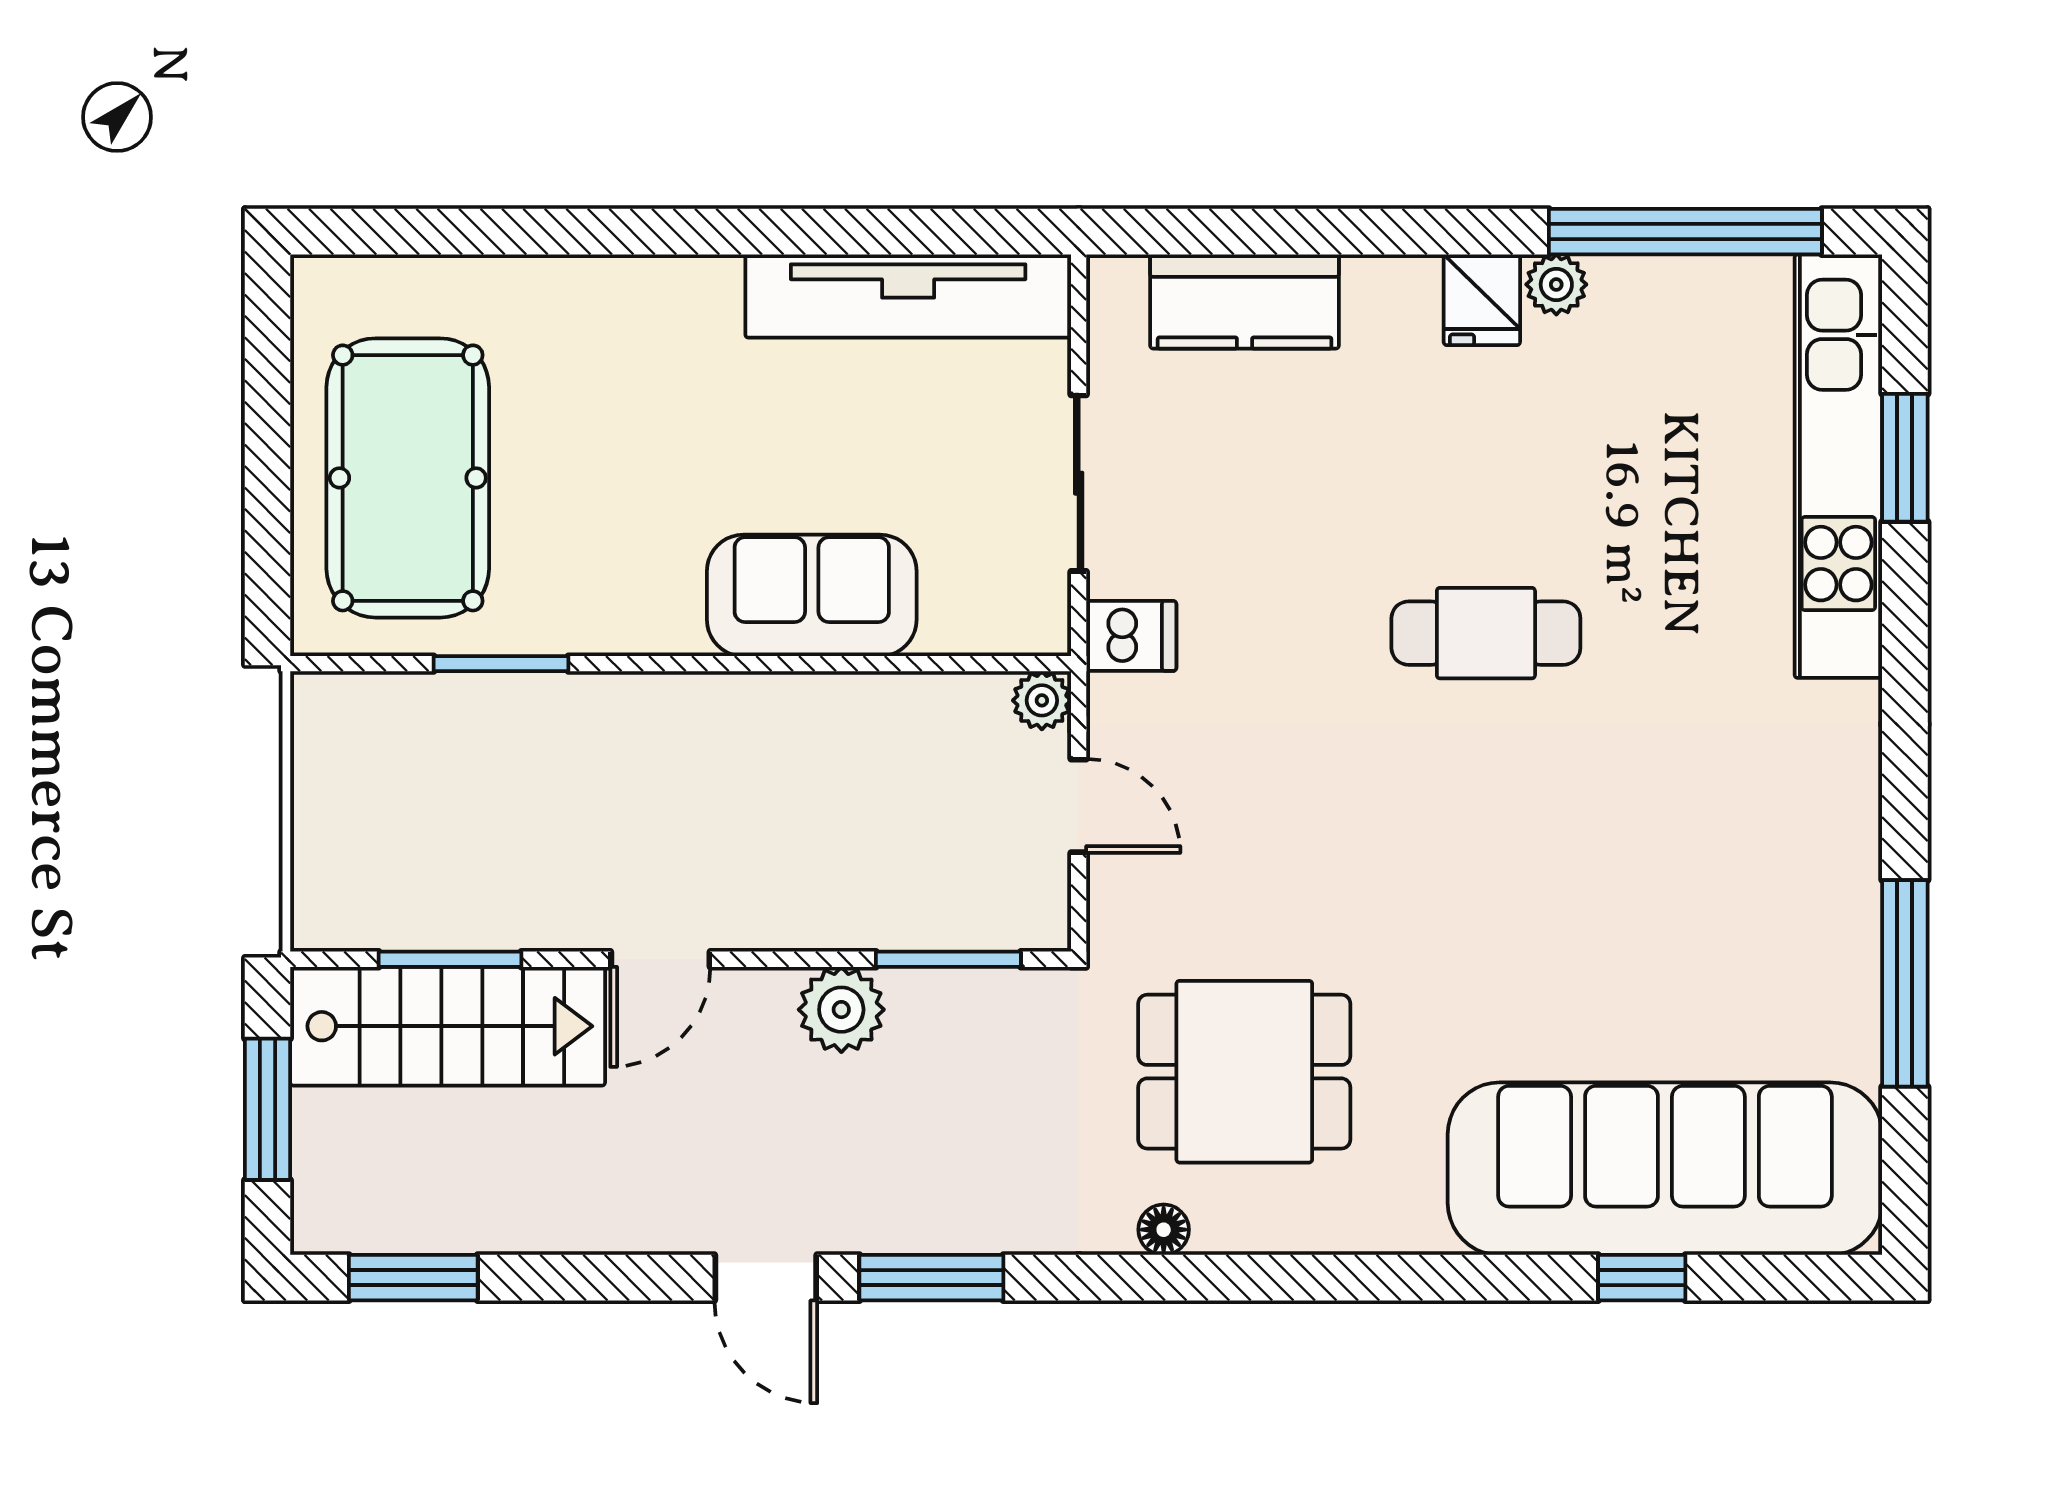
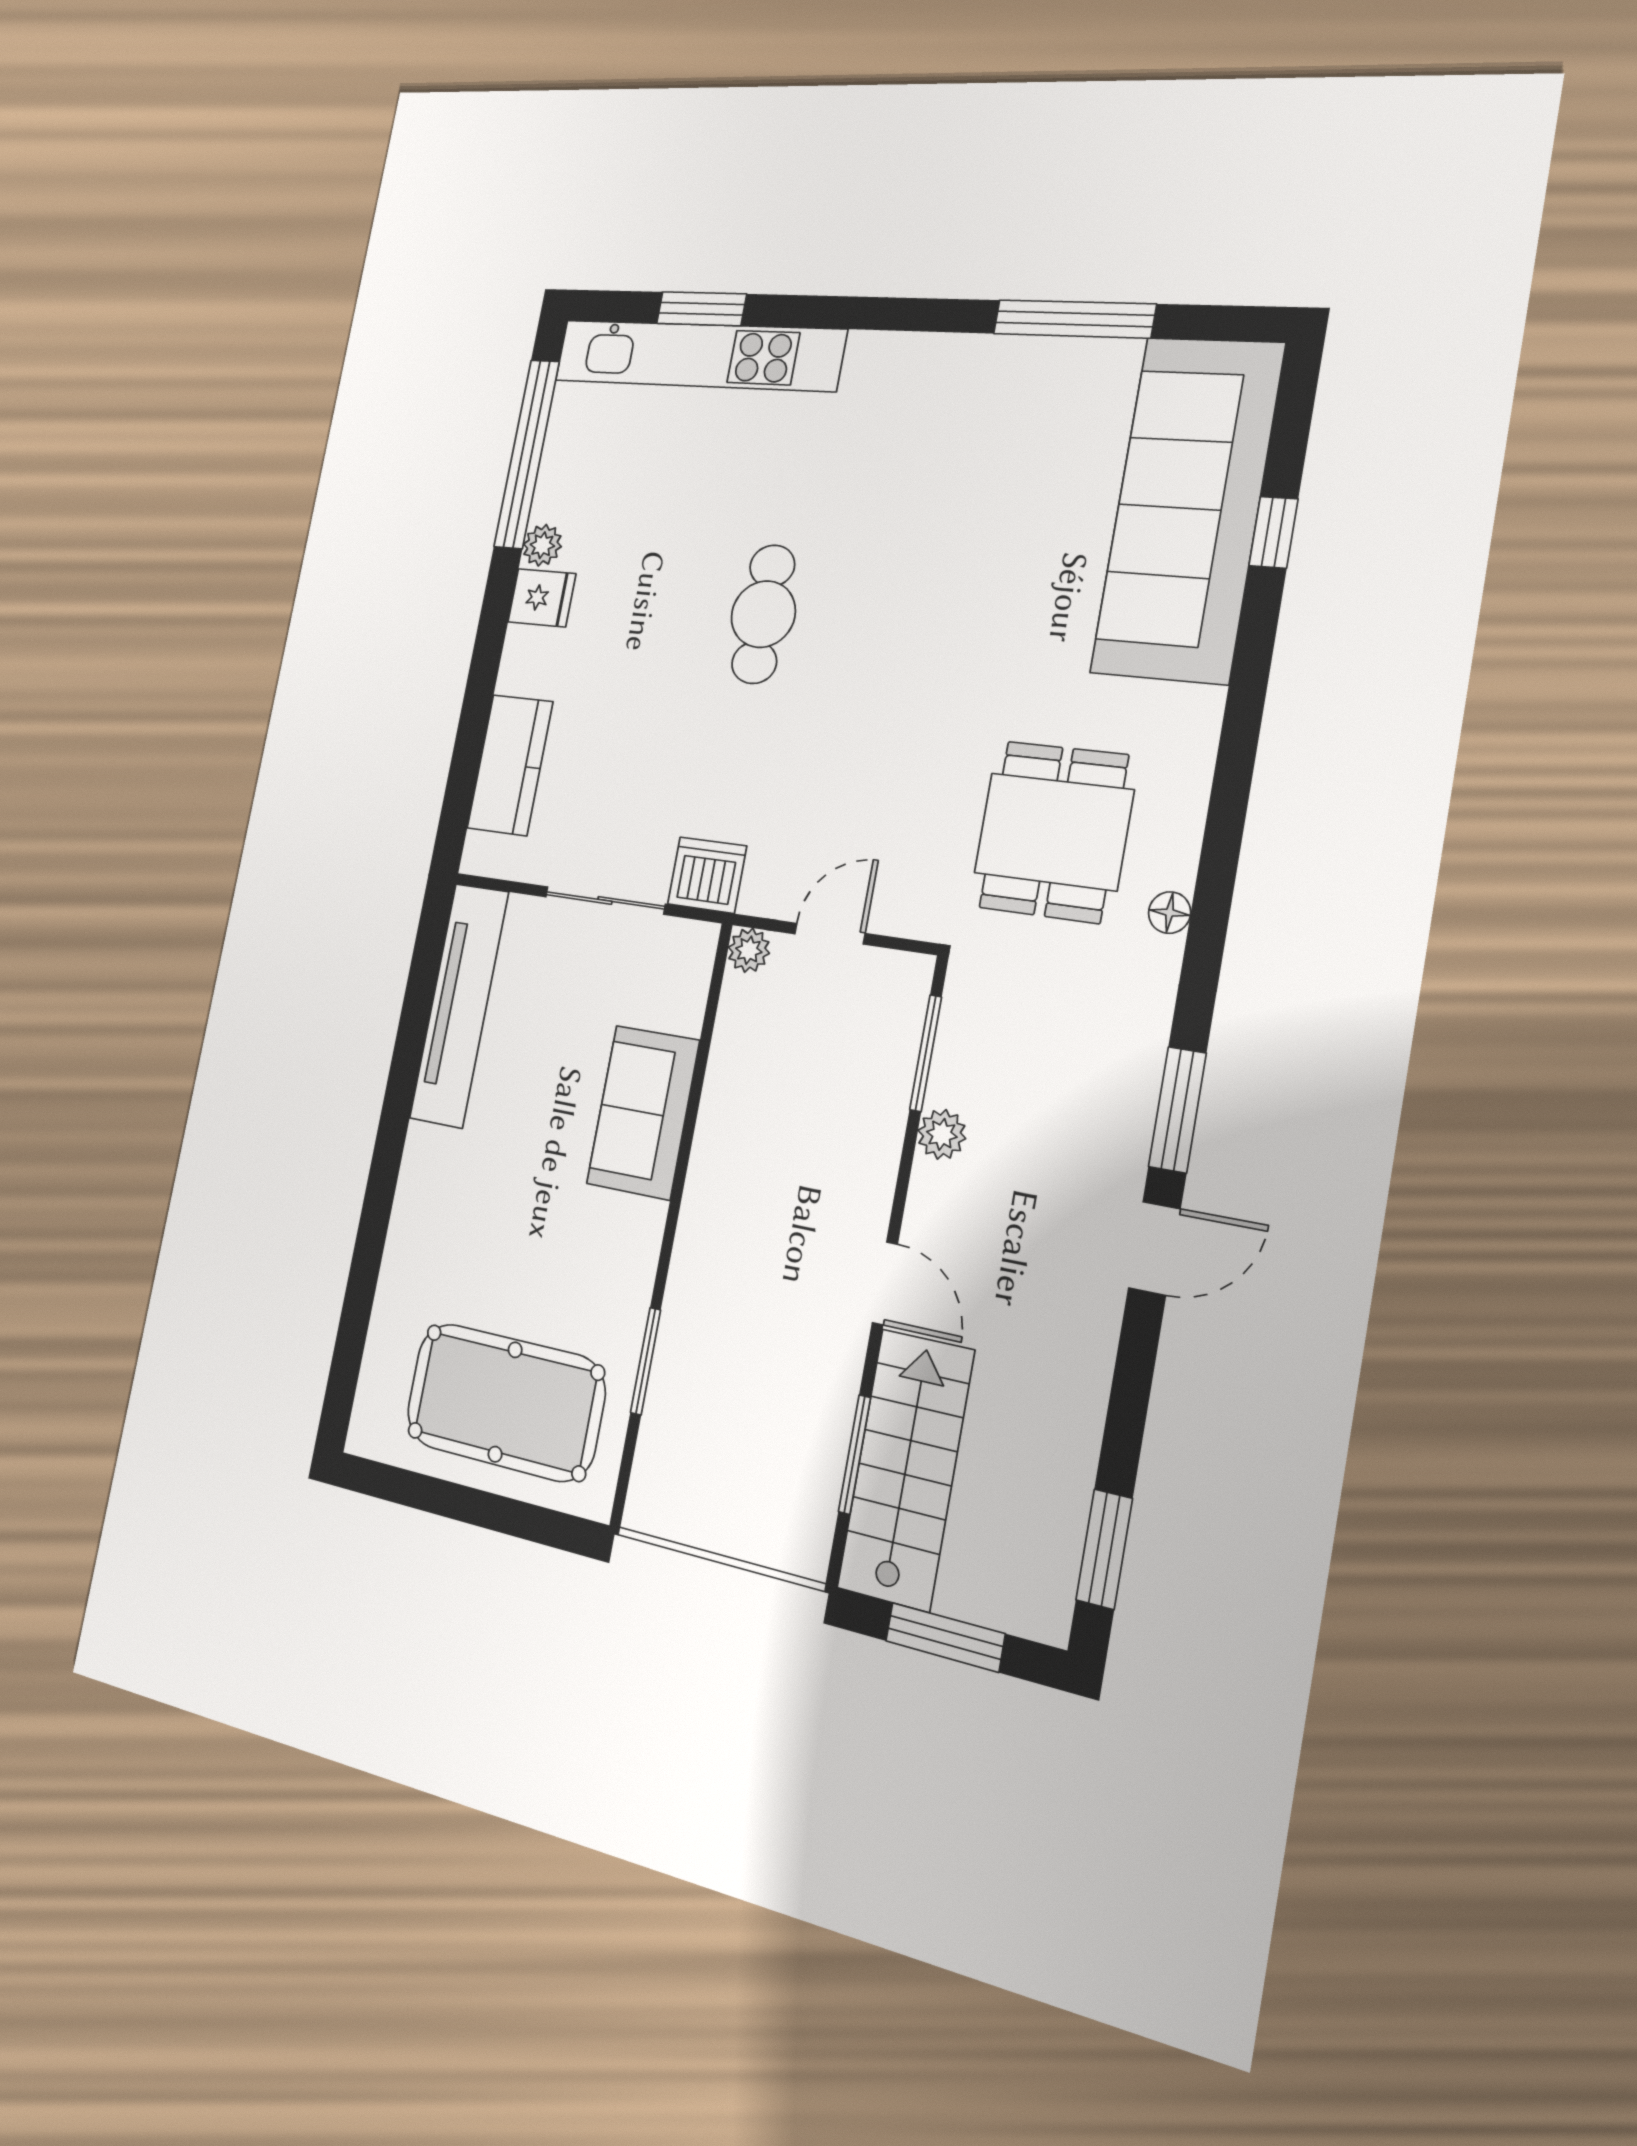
dishwasher: (1131, 636) -> (707, 875), width x1.38
plant: (841, 1010) -> (942, 1134), width x0.73, depth x0.73

